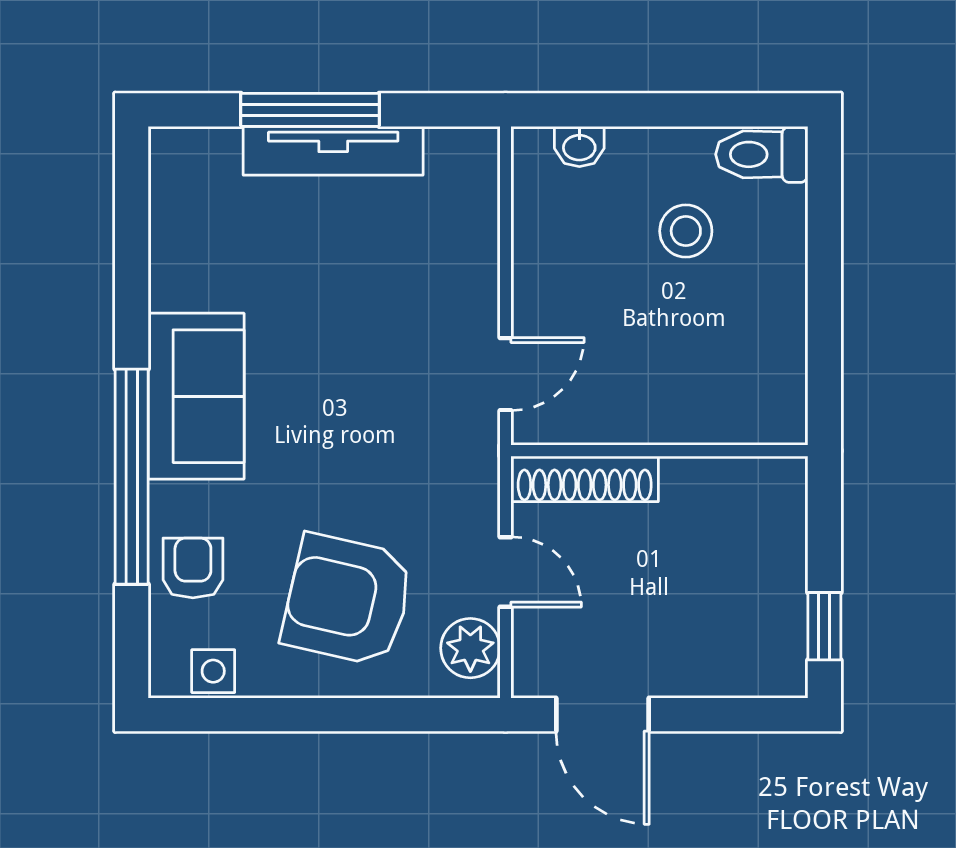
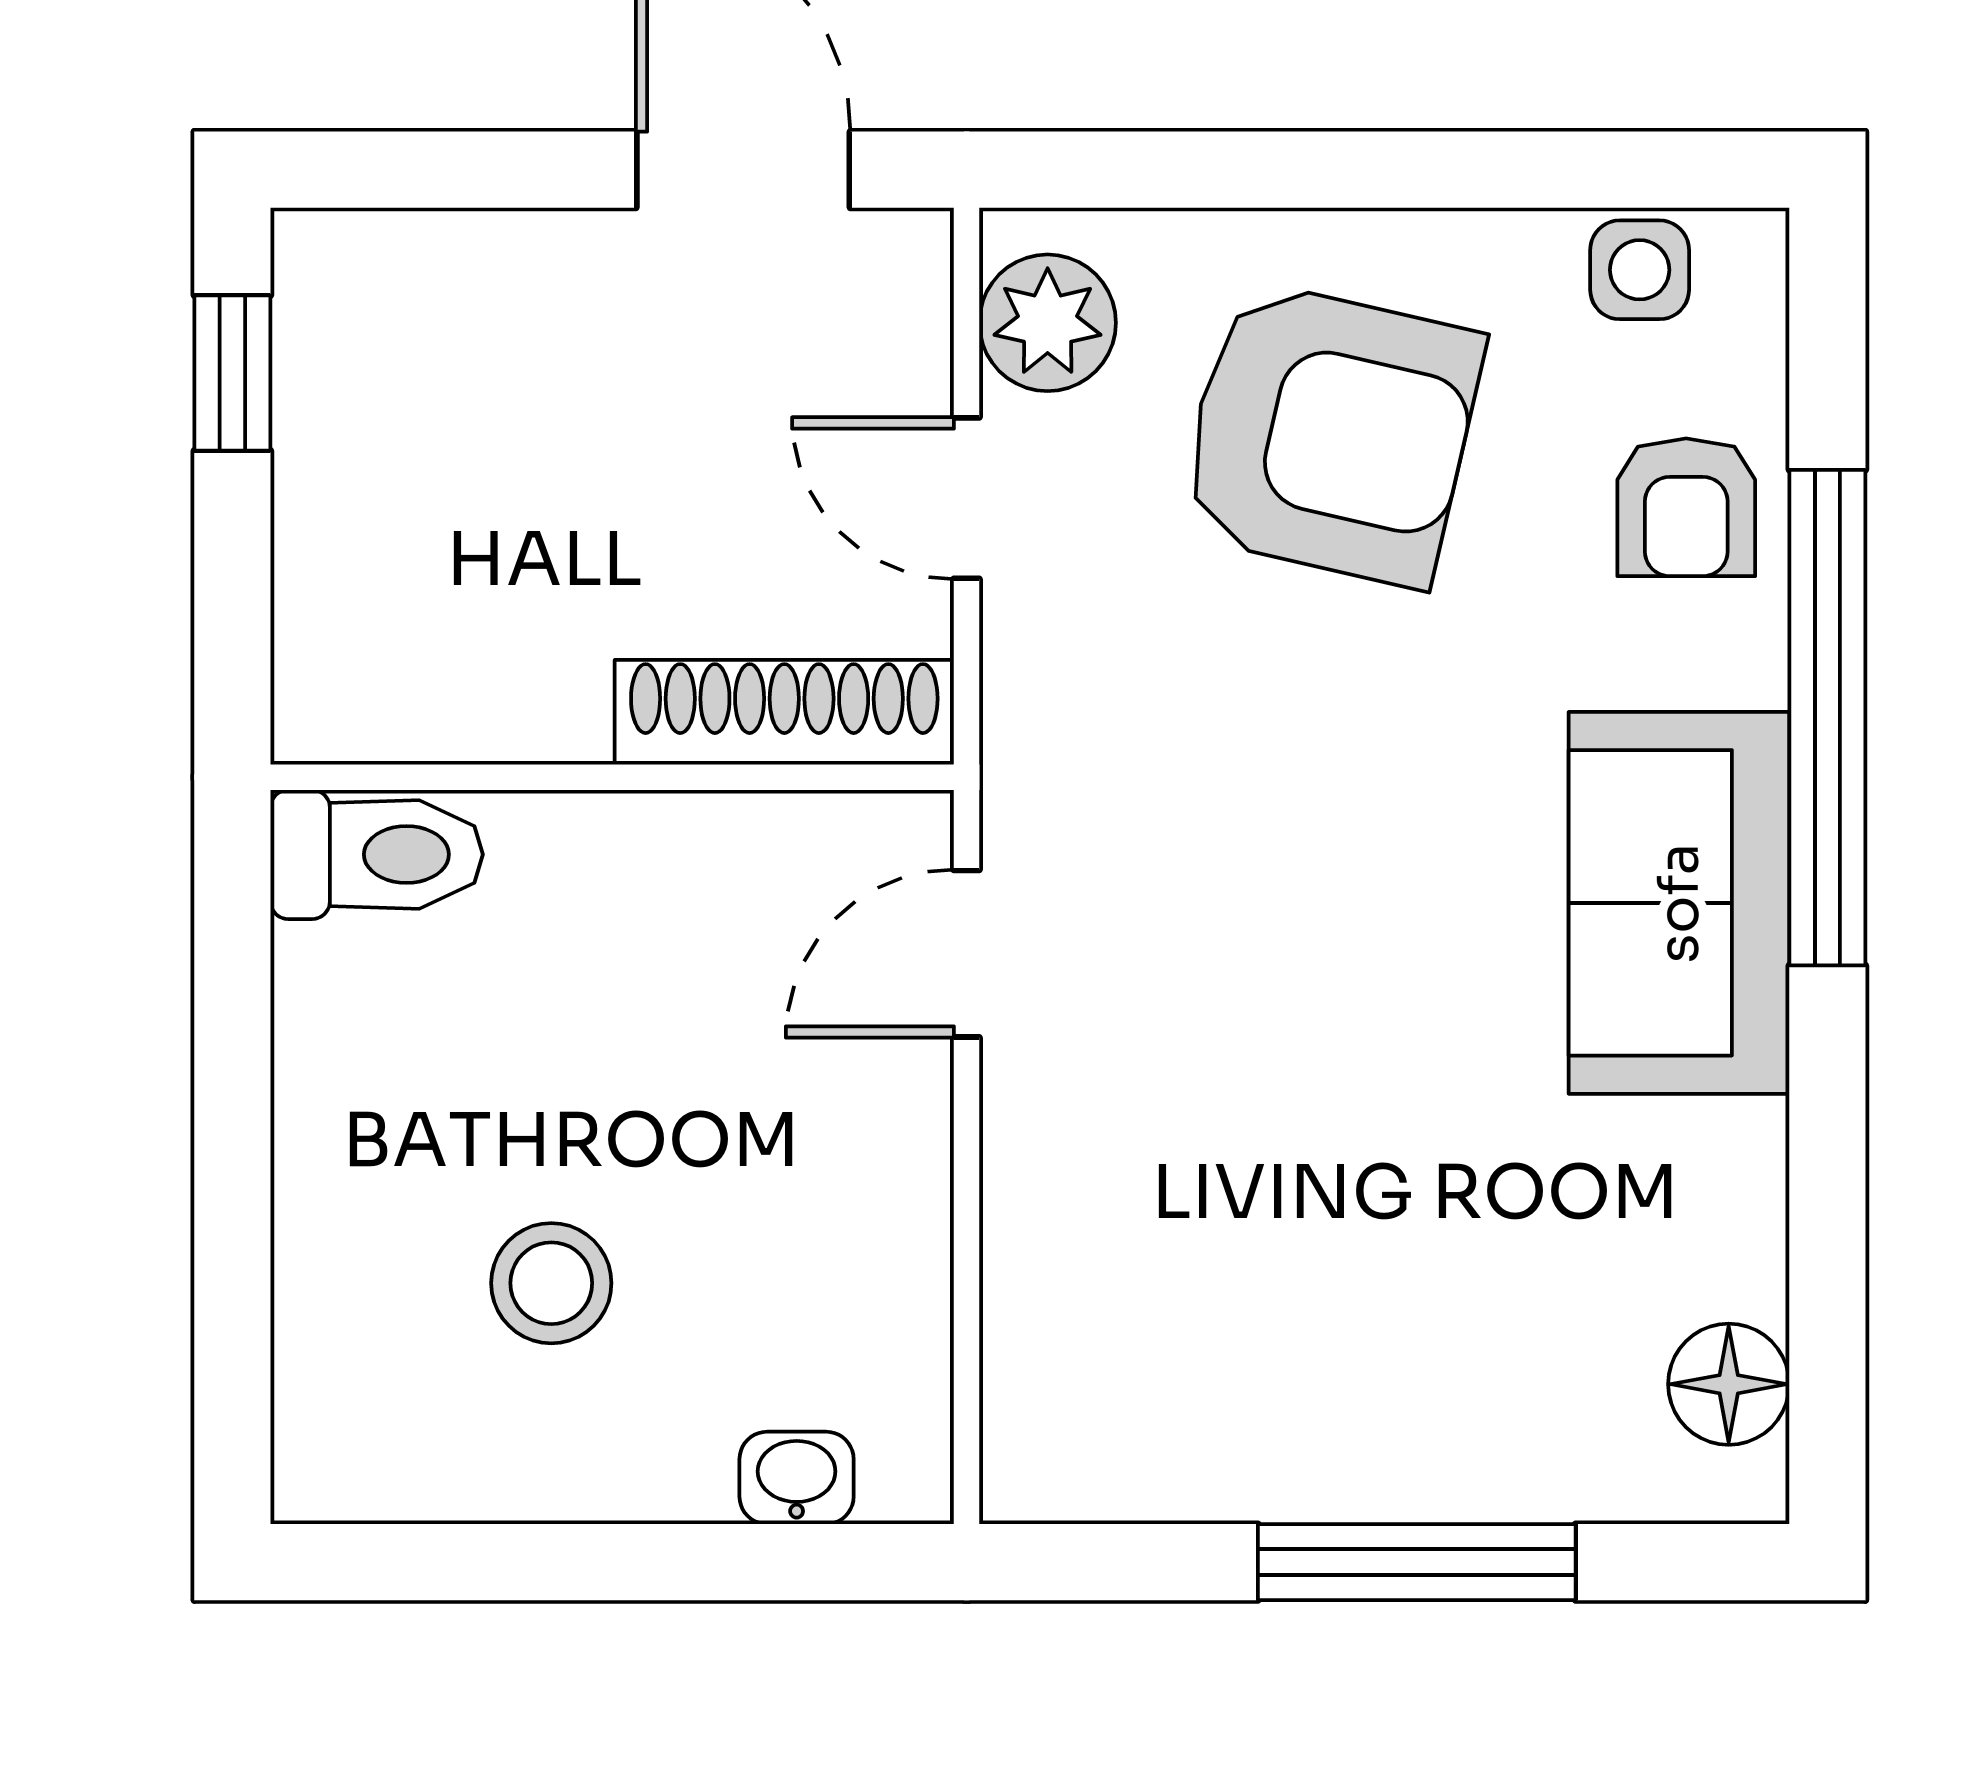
tv unit: (333, 151) -> (1363, 1468), removed
toilet: (762, 154) -> (377, 854), moved
floor lamp: (174, 187) -> (1729, 1384), added

